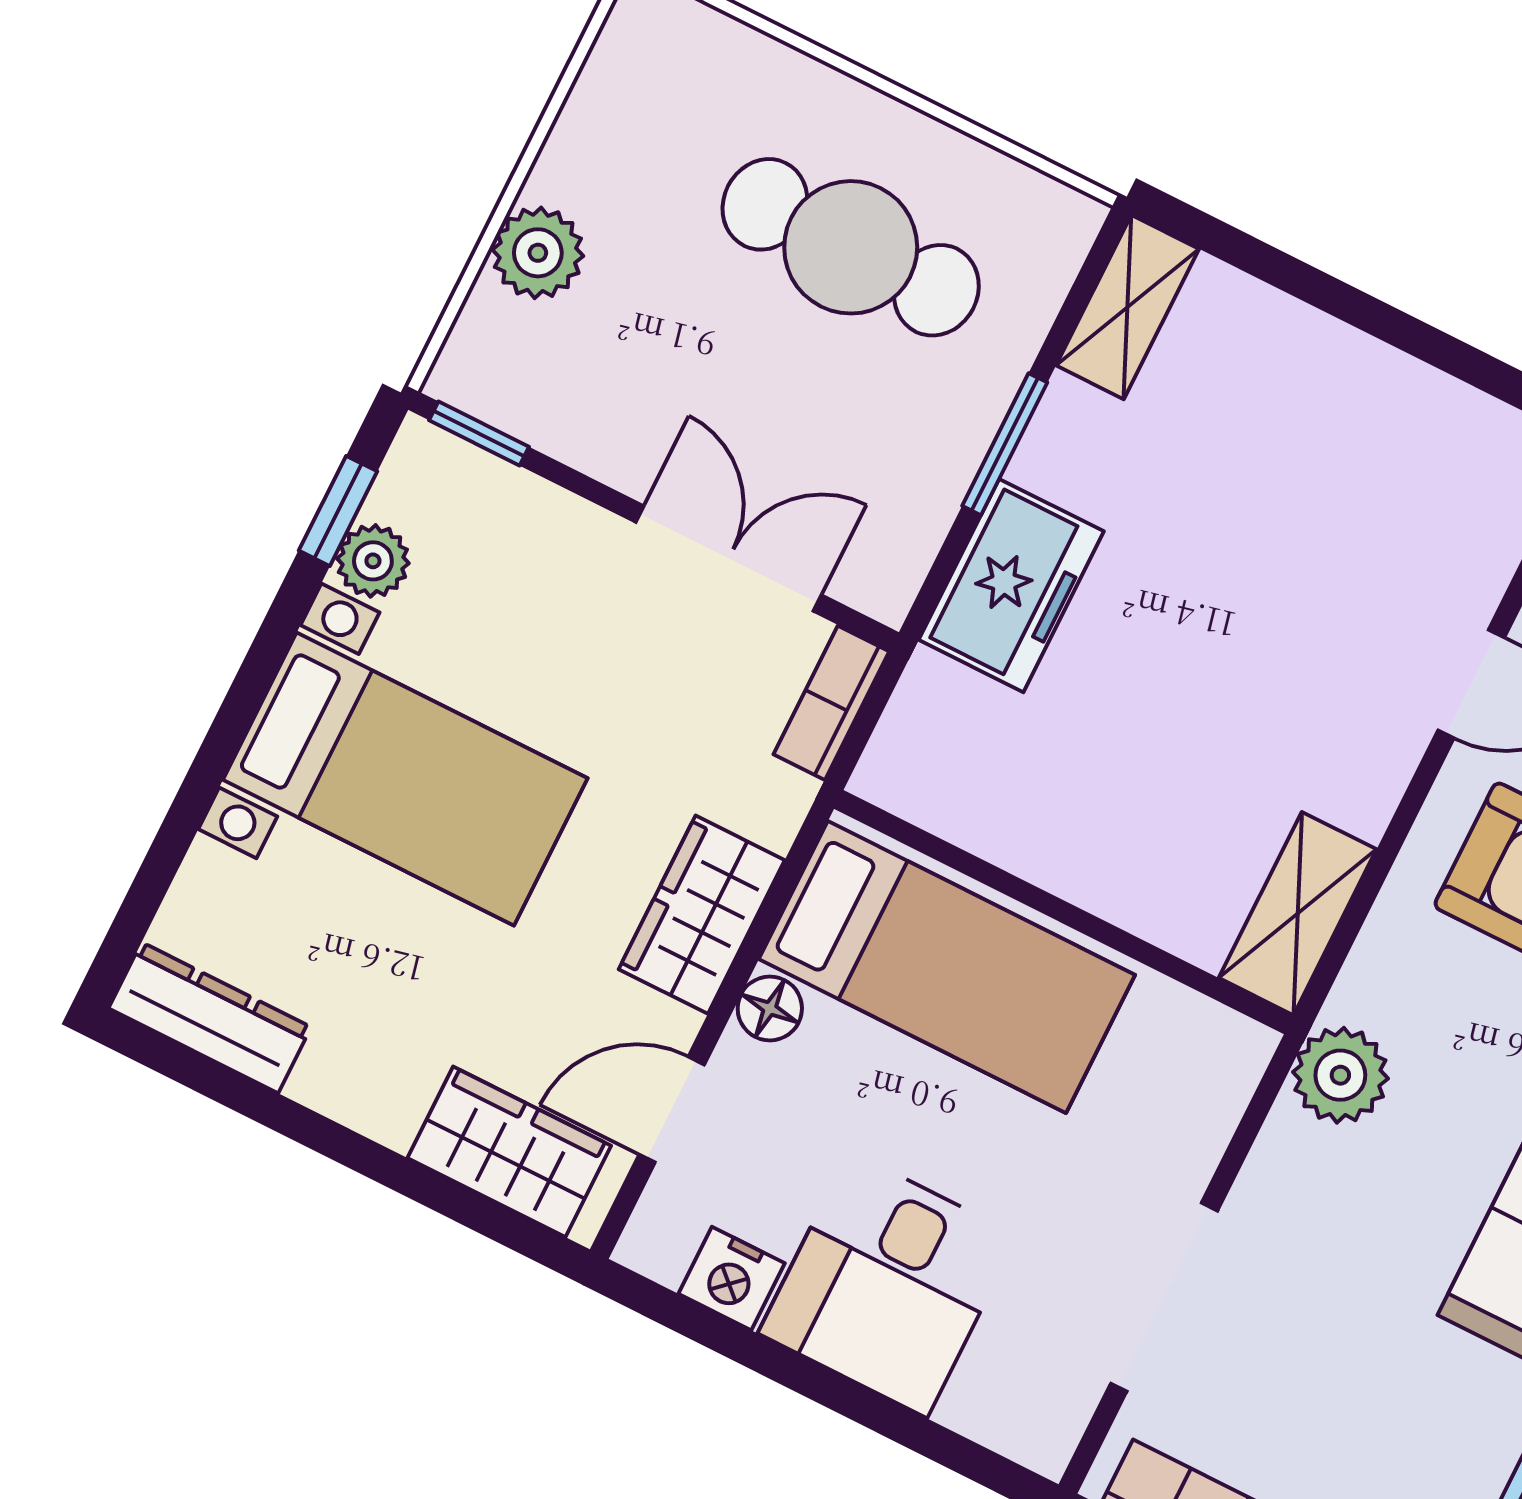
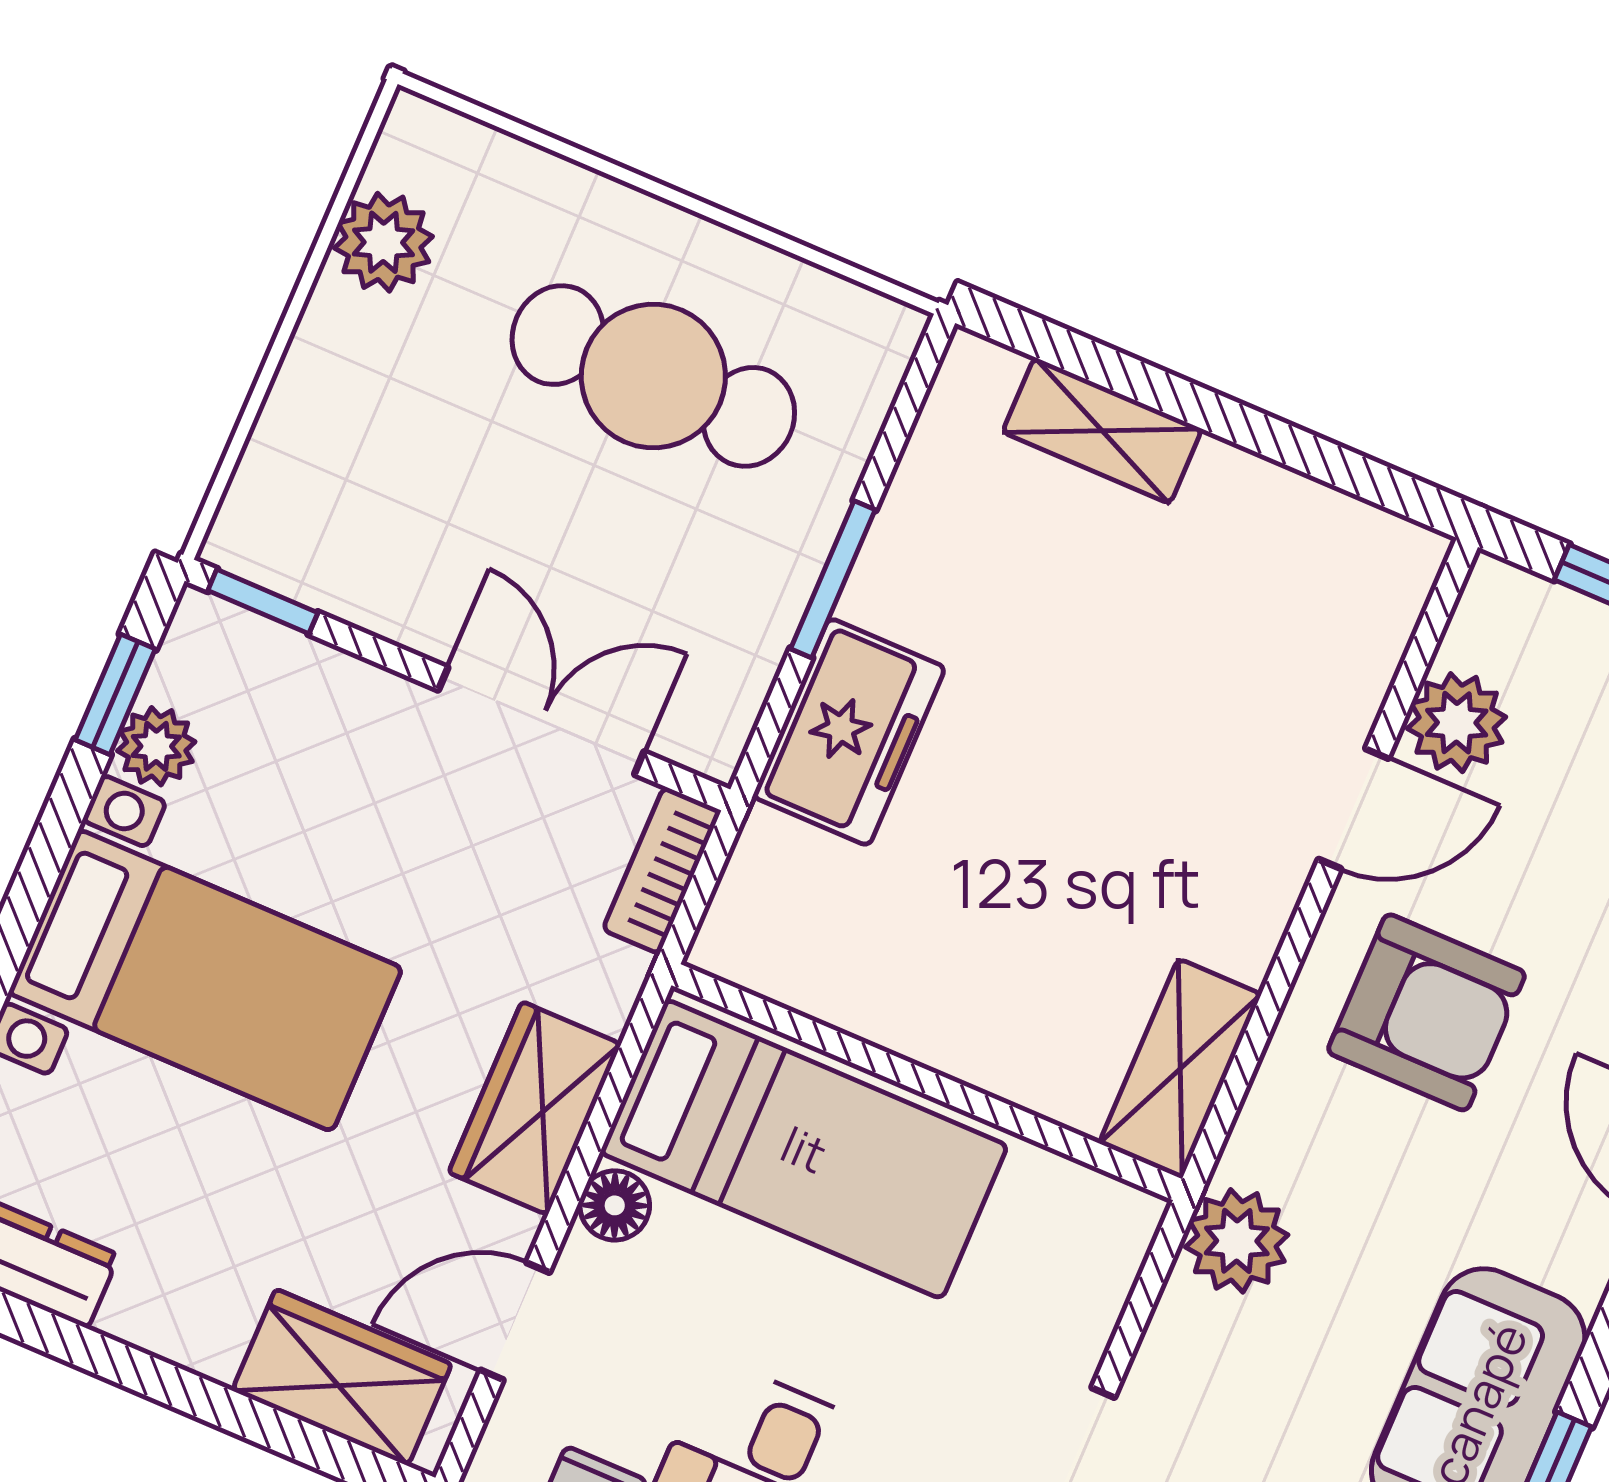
plant: (538, 253) -> (383, 242), moved
shelving: (1128, 307) -> (1102, 431), moved, turned 90

